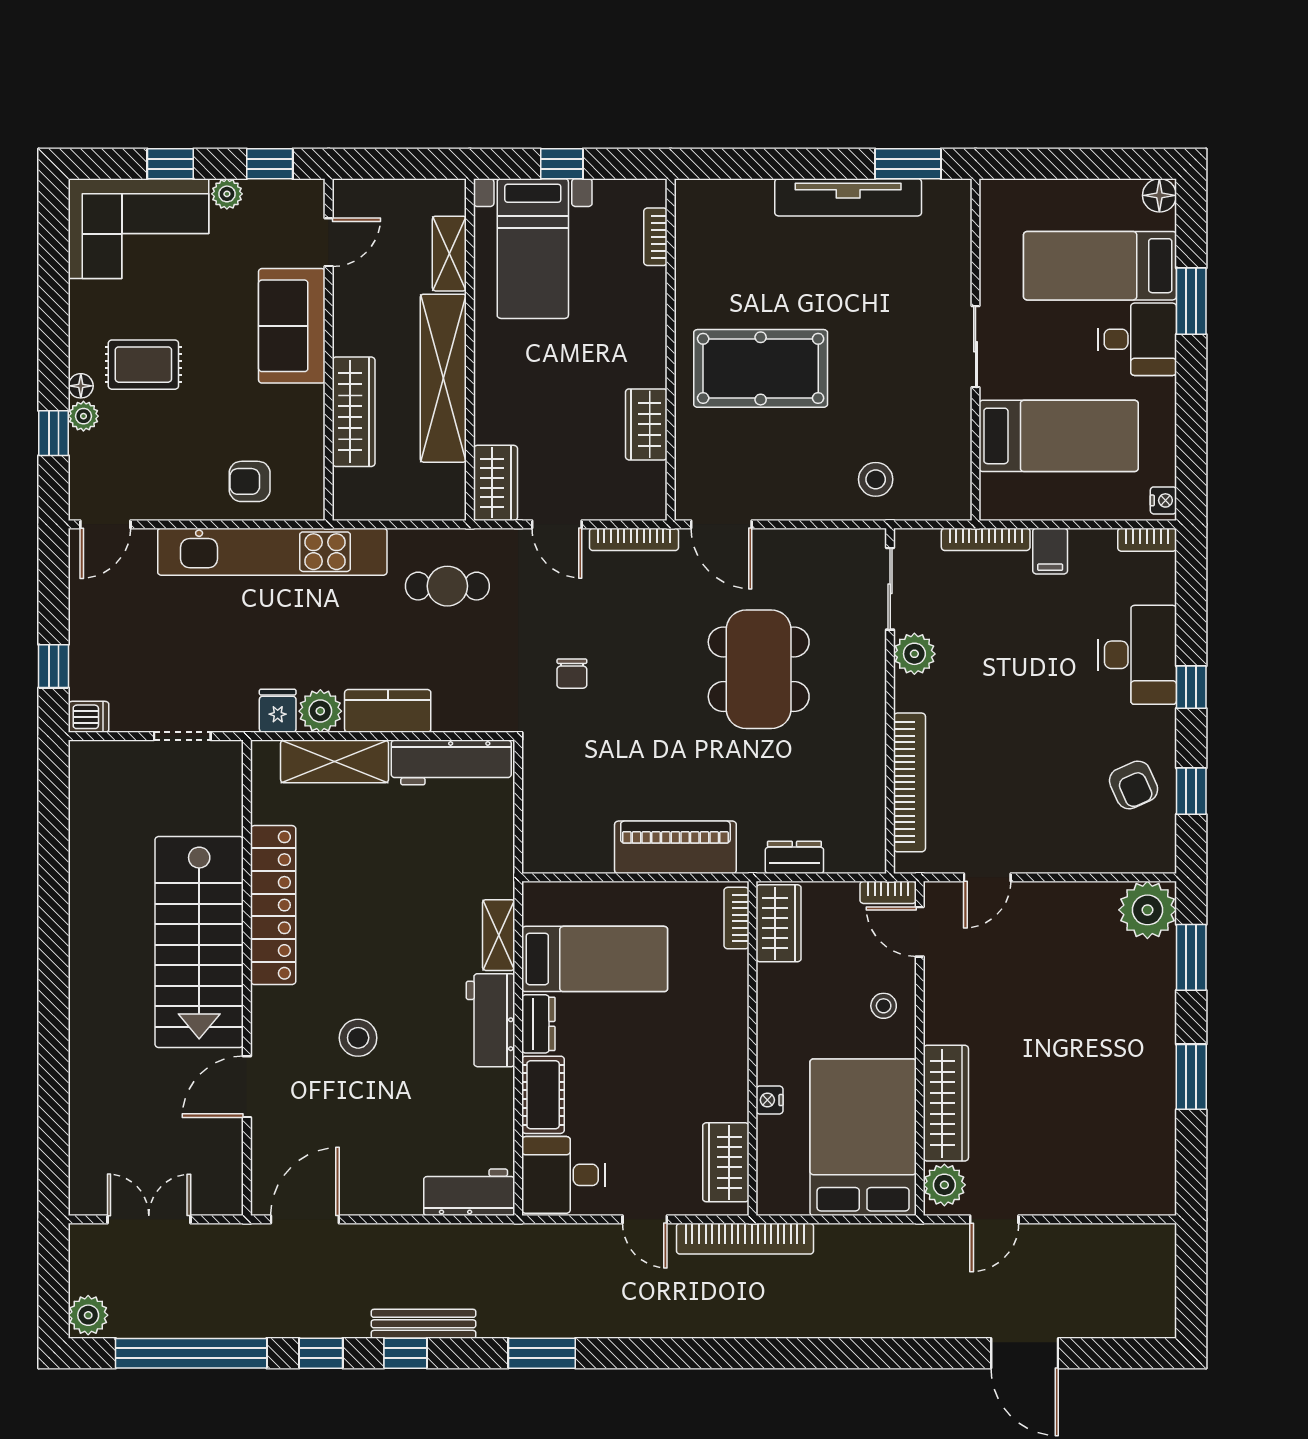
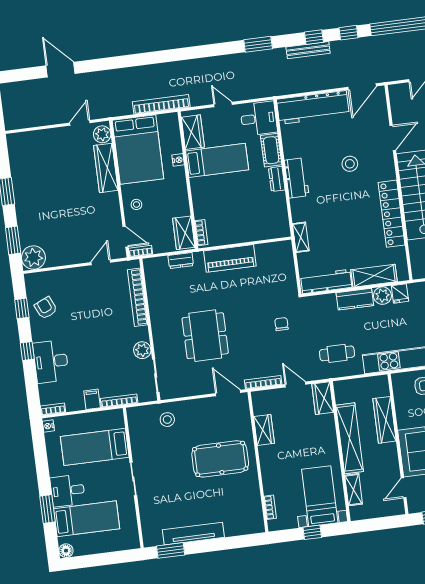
shelving: (499, 935) -> (301, 237), moved
bed: (595, 959) -> (217, 160), moved, turned 180
workbench: (469, 1192) -> (313, 107), width x1.87, depth x1.32
bookcase: (745, 1239) -> (161, 104), moved

